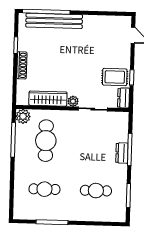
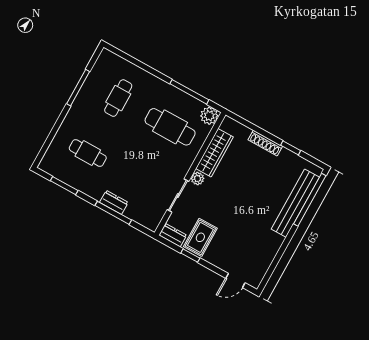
cafe table: (96, 191) -> (88, 153), turned 90

